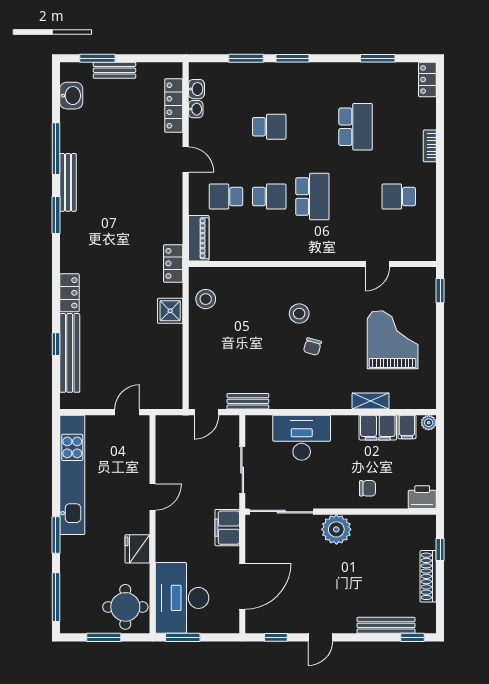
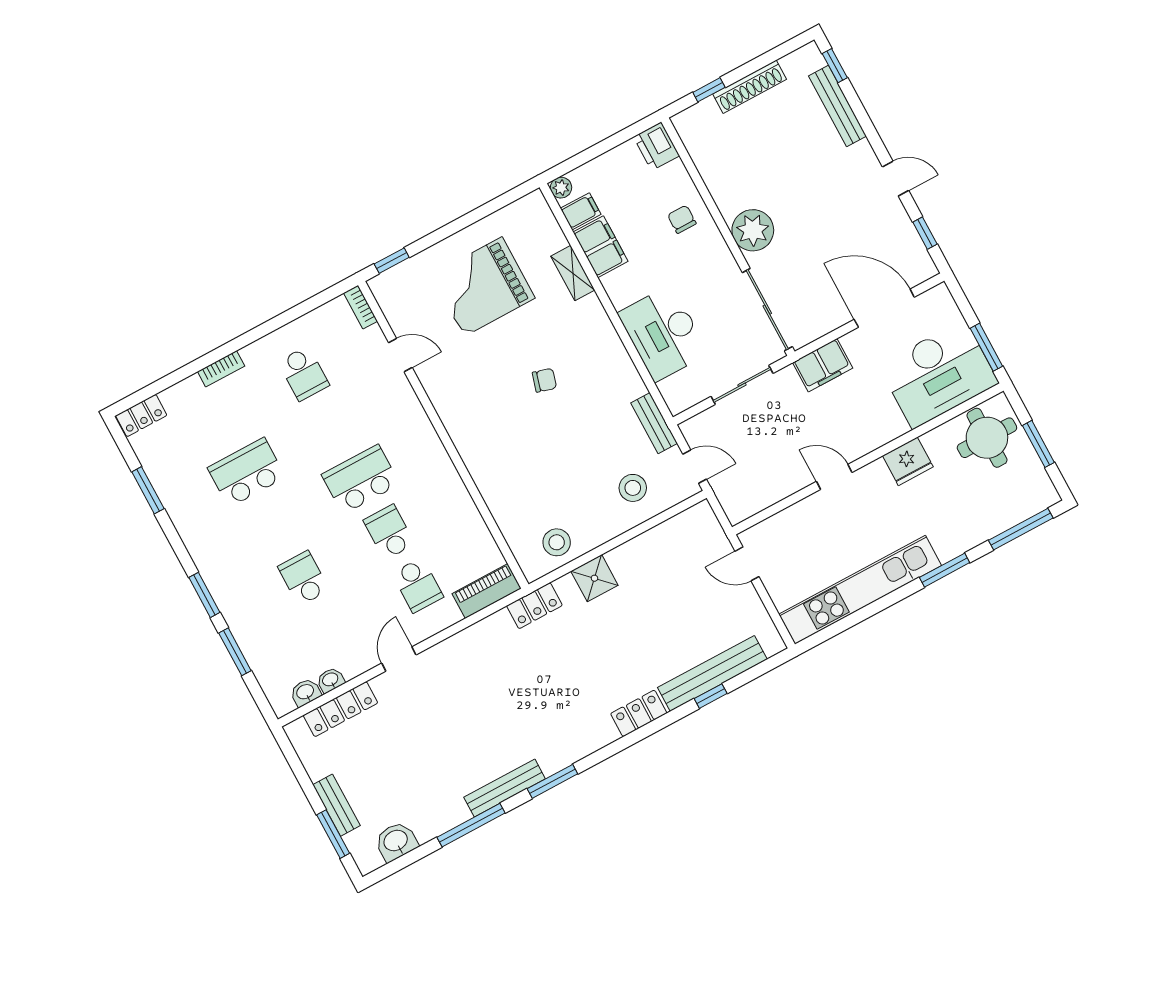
bookcase: (421, 255) -> (360, 307), added
stool: (299, 314) -> (633, 488), moved

